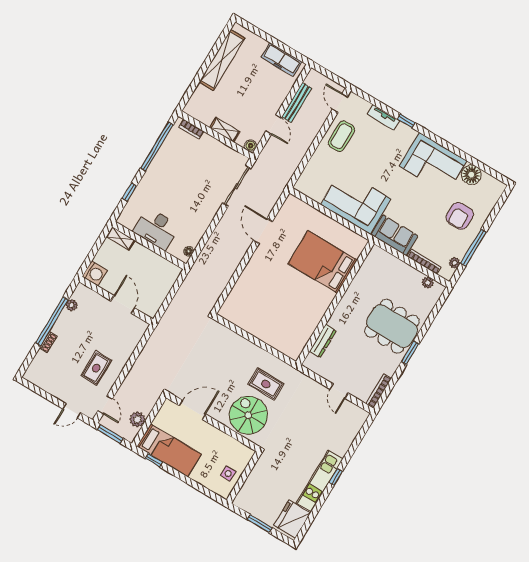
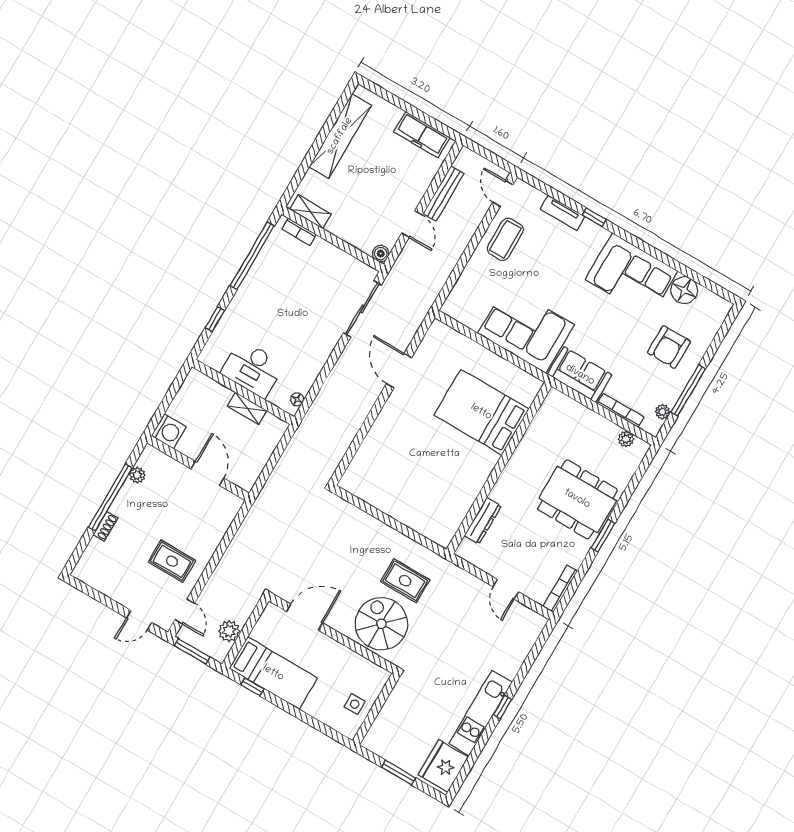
shelving: (225, 130) -> (311, 212), moved
shelving: (121, 238) -> (247, 408), moved
rug: (96, 368) -> (172, 561), turned 90

